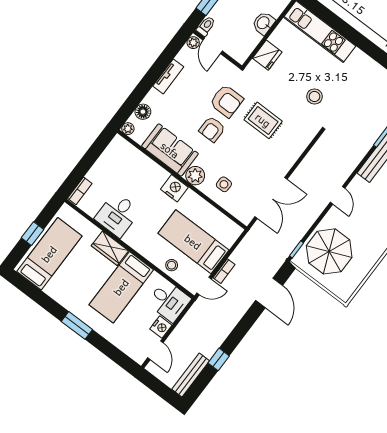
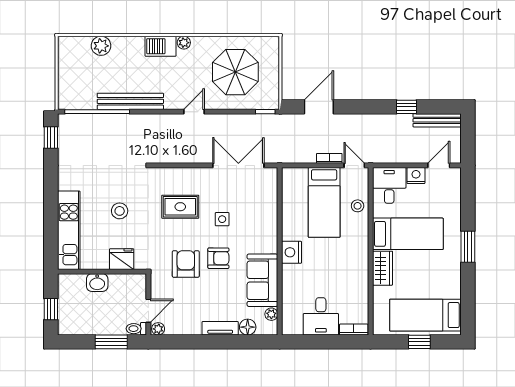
tv unit: (168, 76) -> (220, 328), moved
stool: (314, 97) -> (120, 211), moved
rug: (263, 120) -> (180, 207), moved, turned 90
plant: (128, 129) -> (271, 314), moved
plant: (195, 176) -> (268, 243), removed
side table: (224, 184) -> (222, 219), moved
desk: (117, 215) -> (321, 316), moved, turned 90
parasol: (329, 251) -> (235, 72), moved

